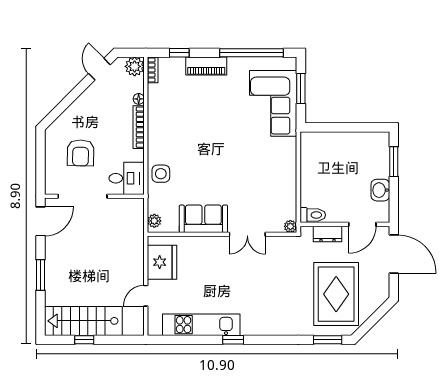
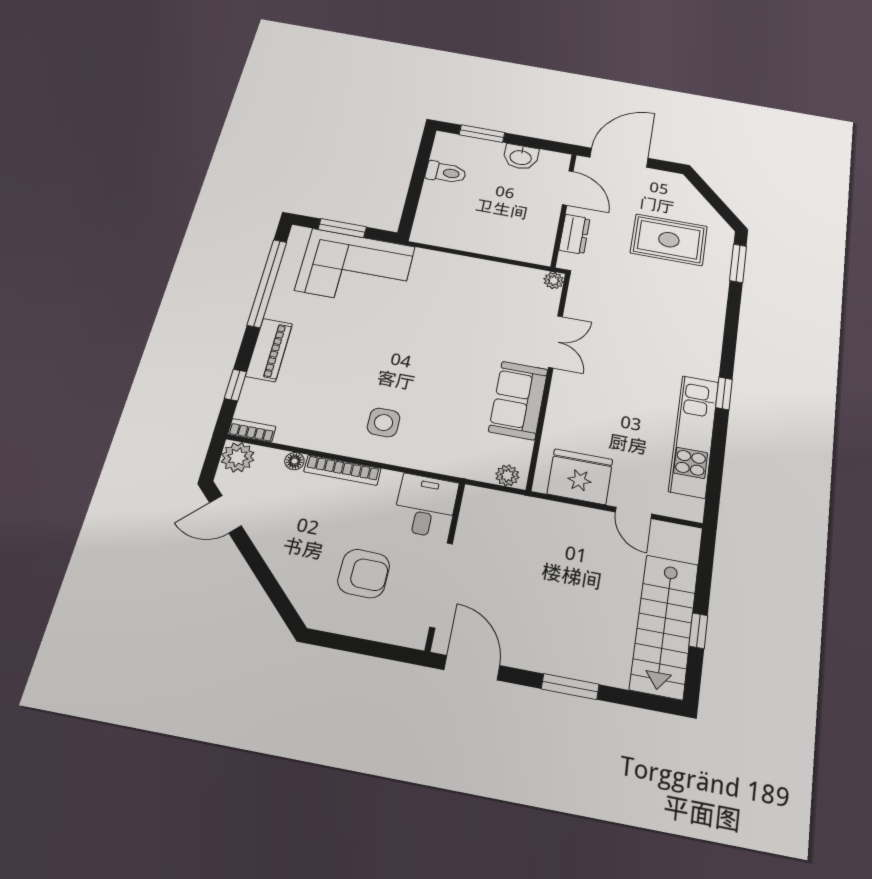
side table: (161, 174) -> (384, 423), moved
toilet: (313, 215) -> (446, 172), moved, turned 90
rug: (336, 294) -> (669, 240), width x0.73, depth x0.69

